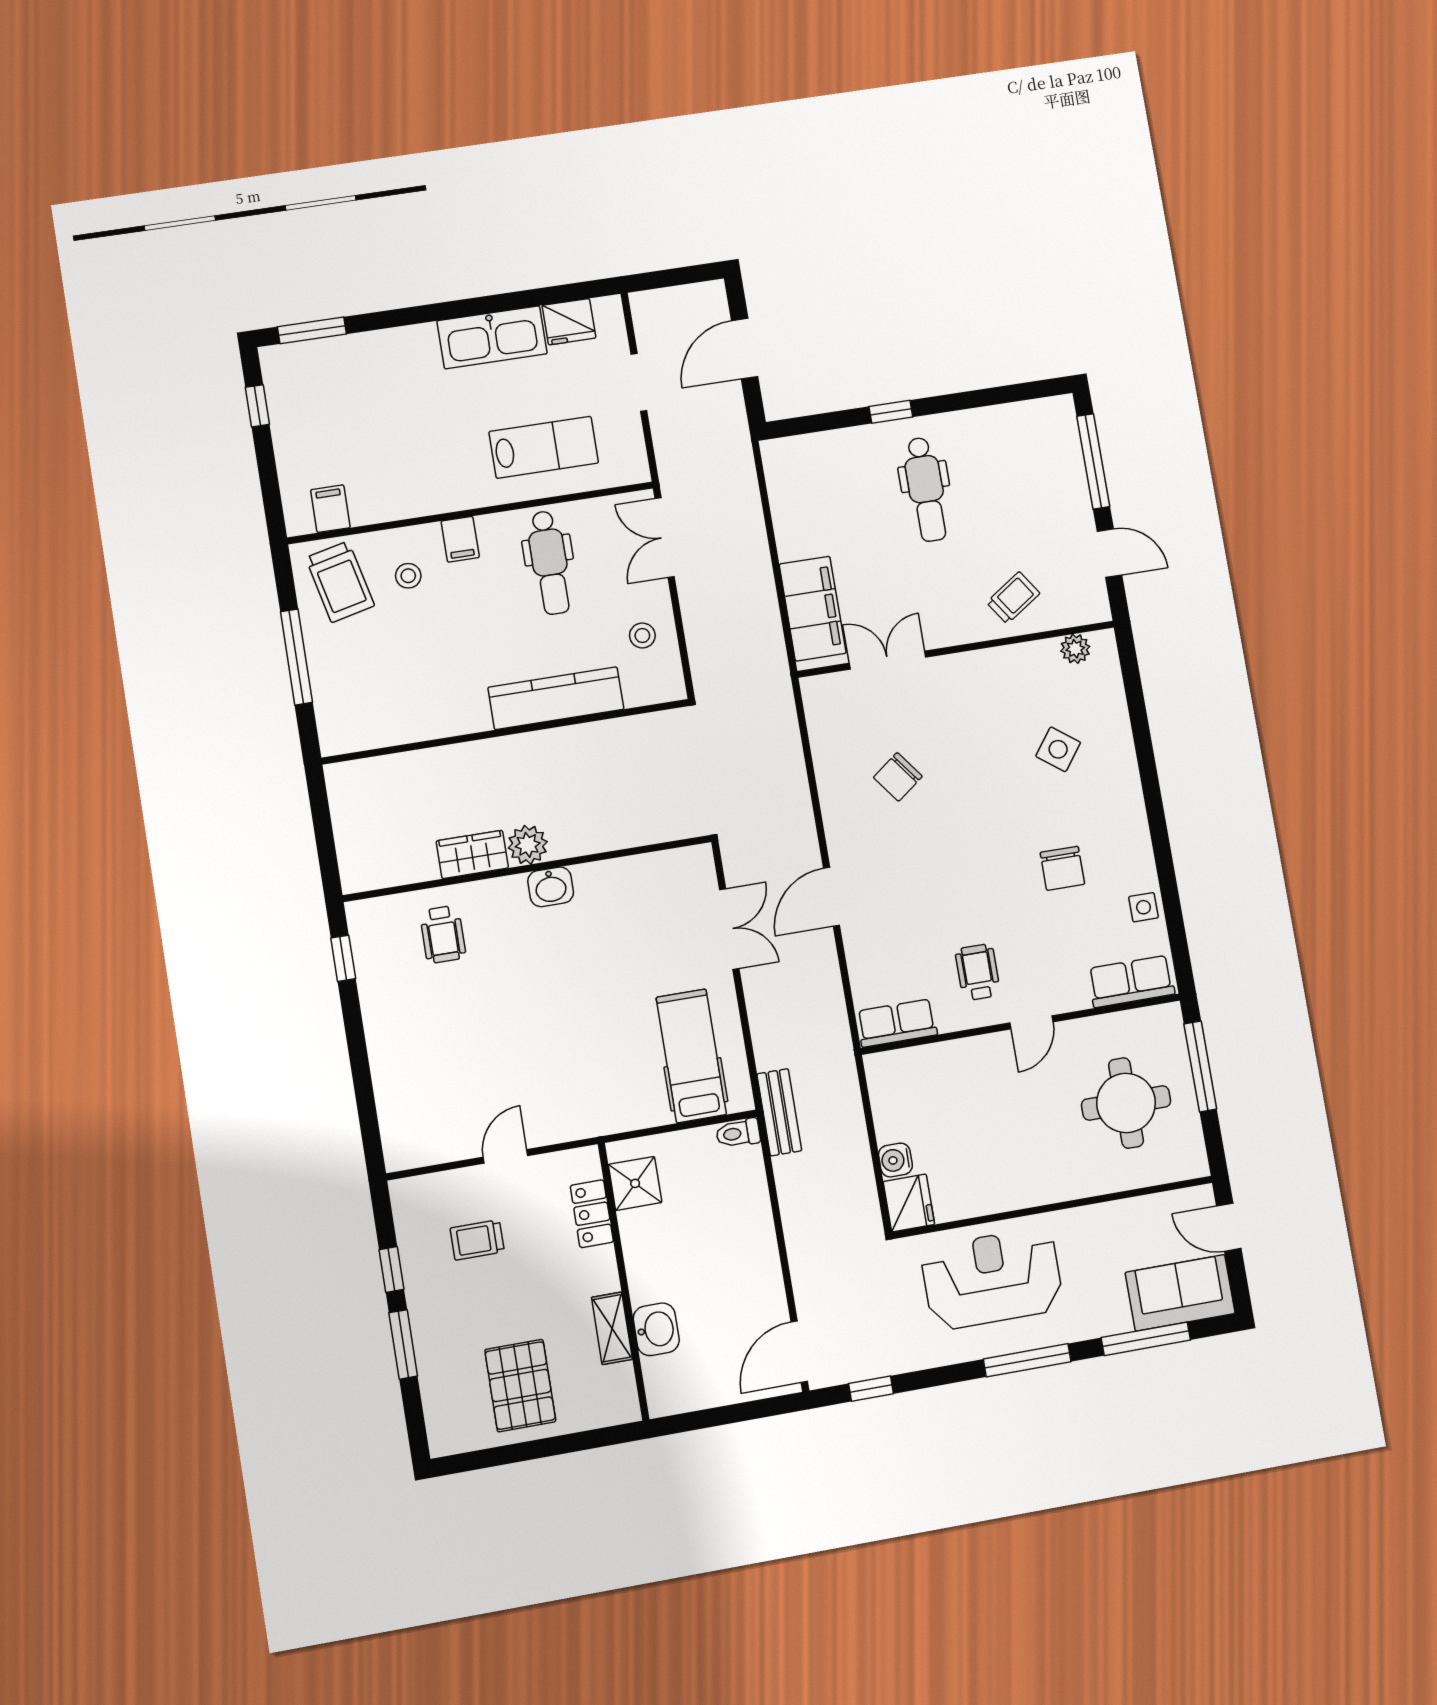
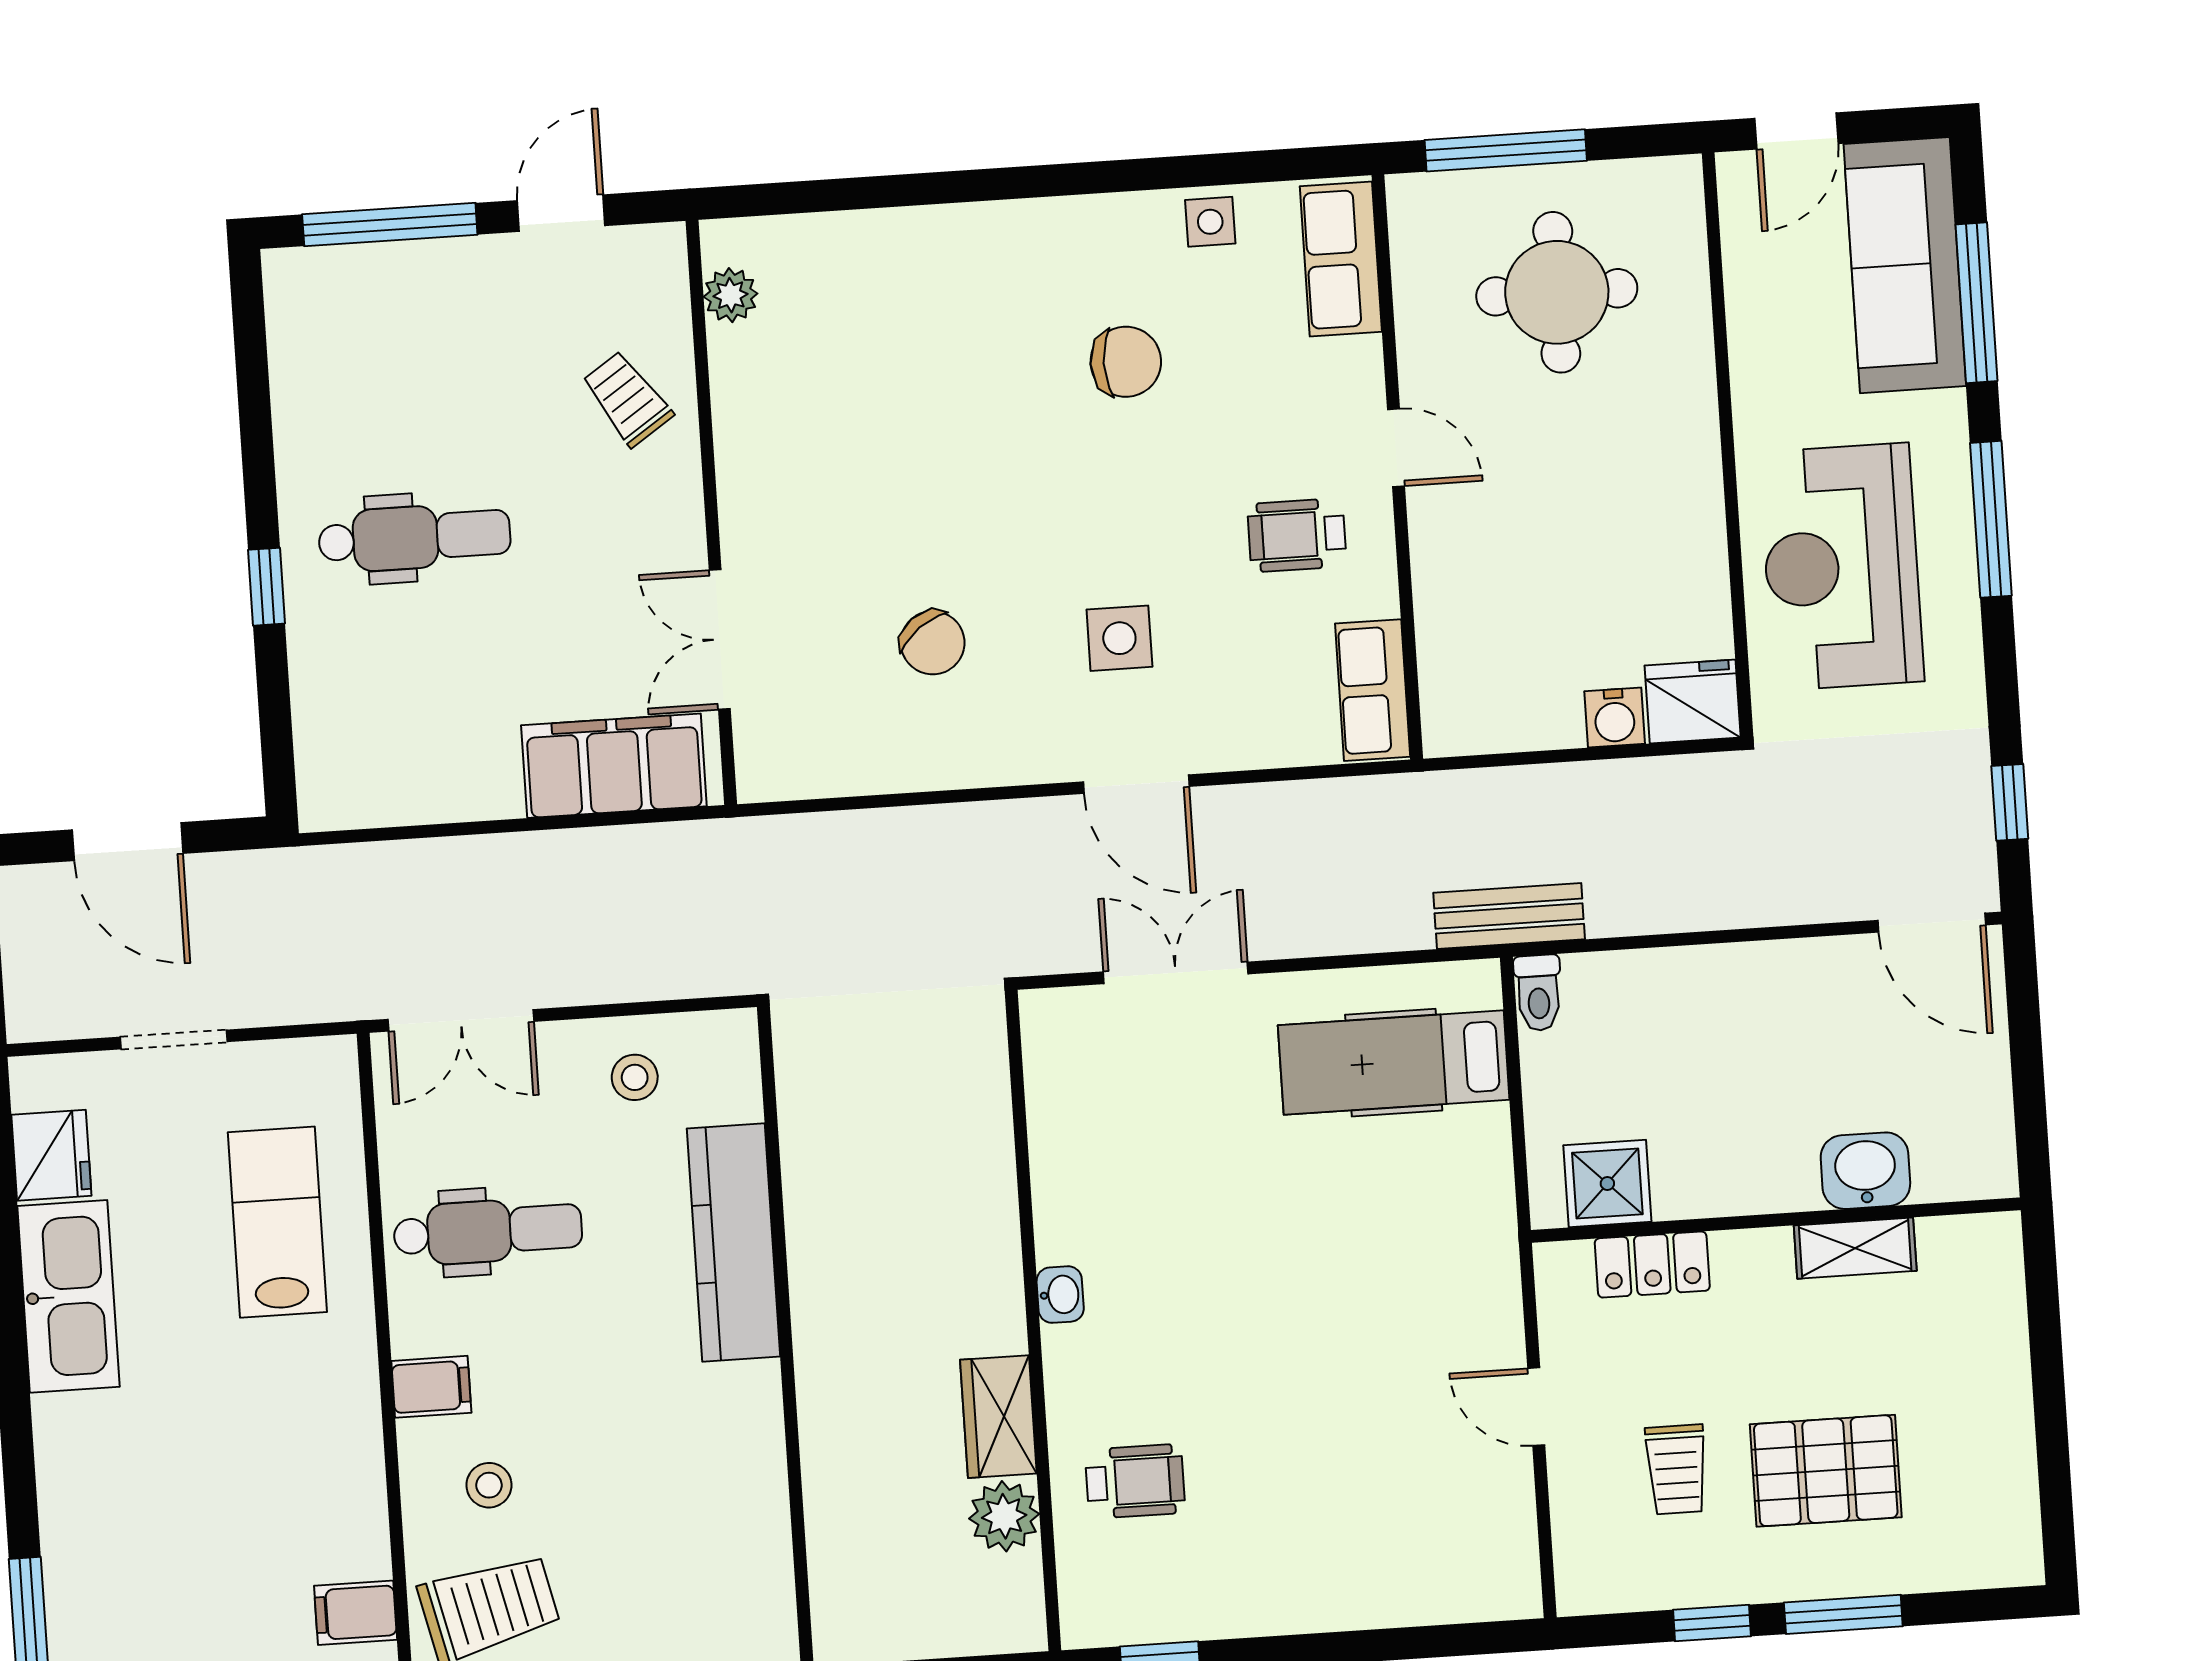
side table: (1058, 749) -> (1119, 638), moved, turned -37
plant: (528, 845) -> (1004, 1516), moved
washbasin: (551, 887) -> (1060, 1295), width x0.72, depth x0.69
sofa: (1180, 1293) -> (1905, 265), width x1.36
pallet: (520, 1386) -> (1826, 1471), moved

